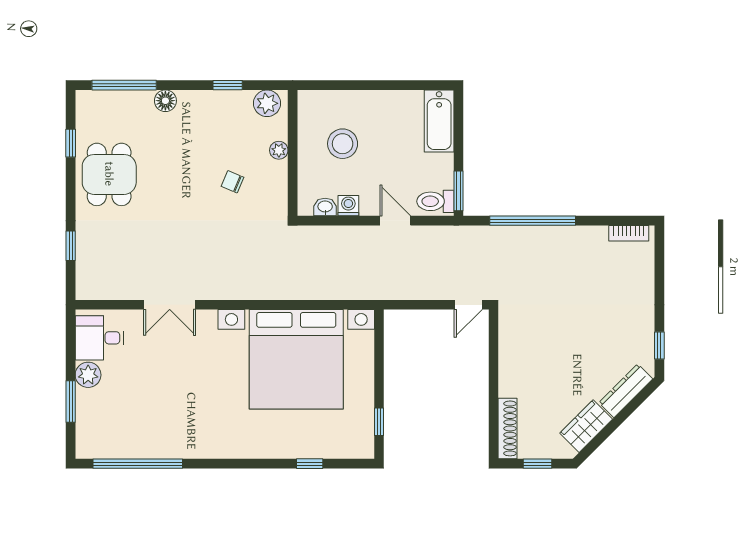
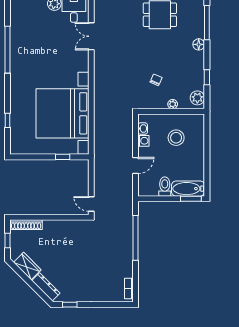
window: (458, 191) -> (191, 199), moved
toilet: (435, 201) -> (165, 187), moved
double door: (170, 305) -> (91, 36), moved
window: (379, 422) -> (63, 157), moved
window: (138, 464) -> (8, 50), moved

